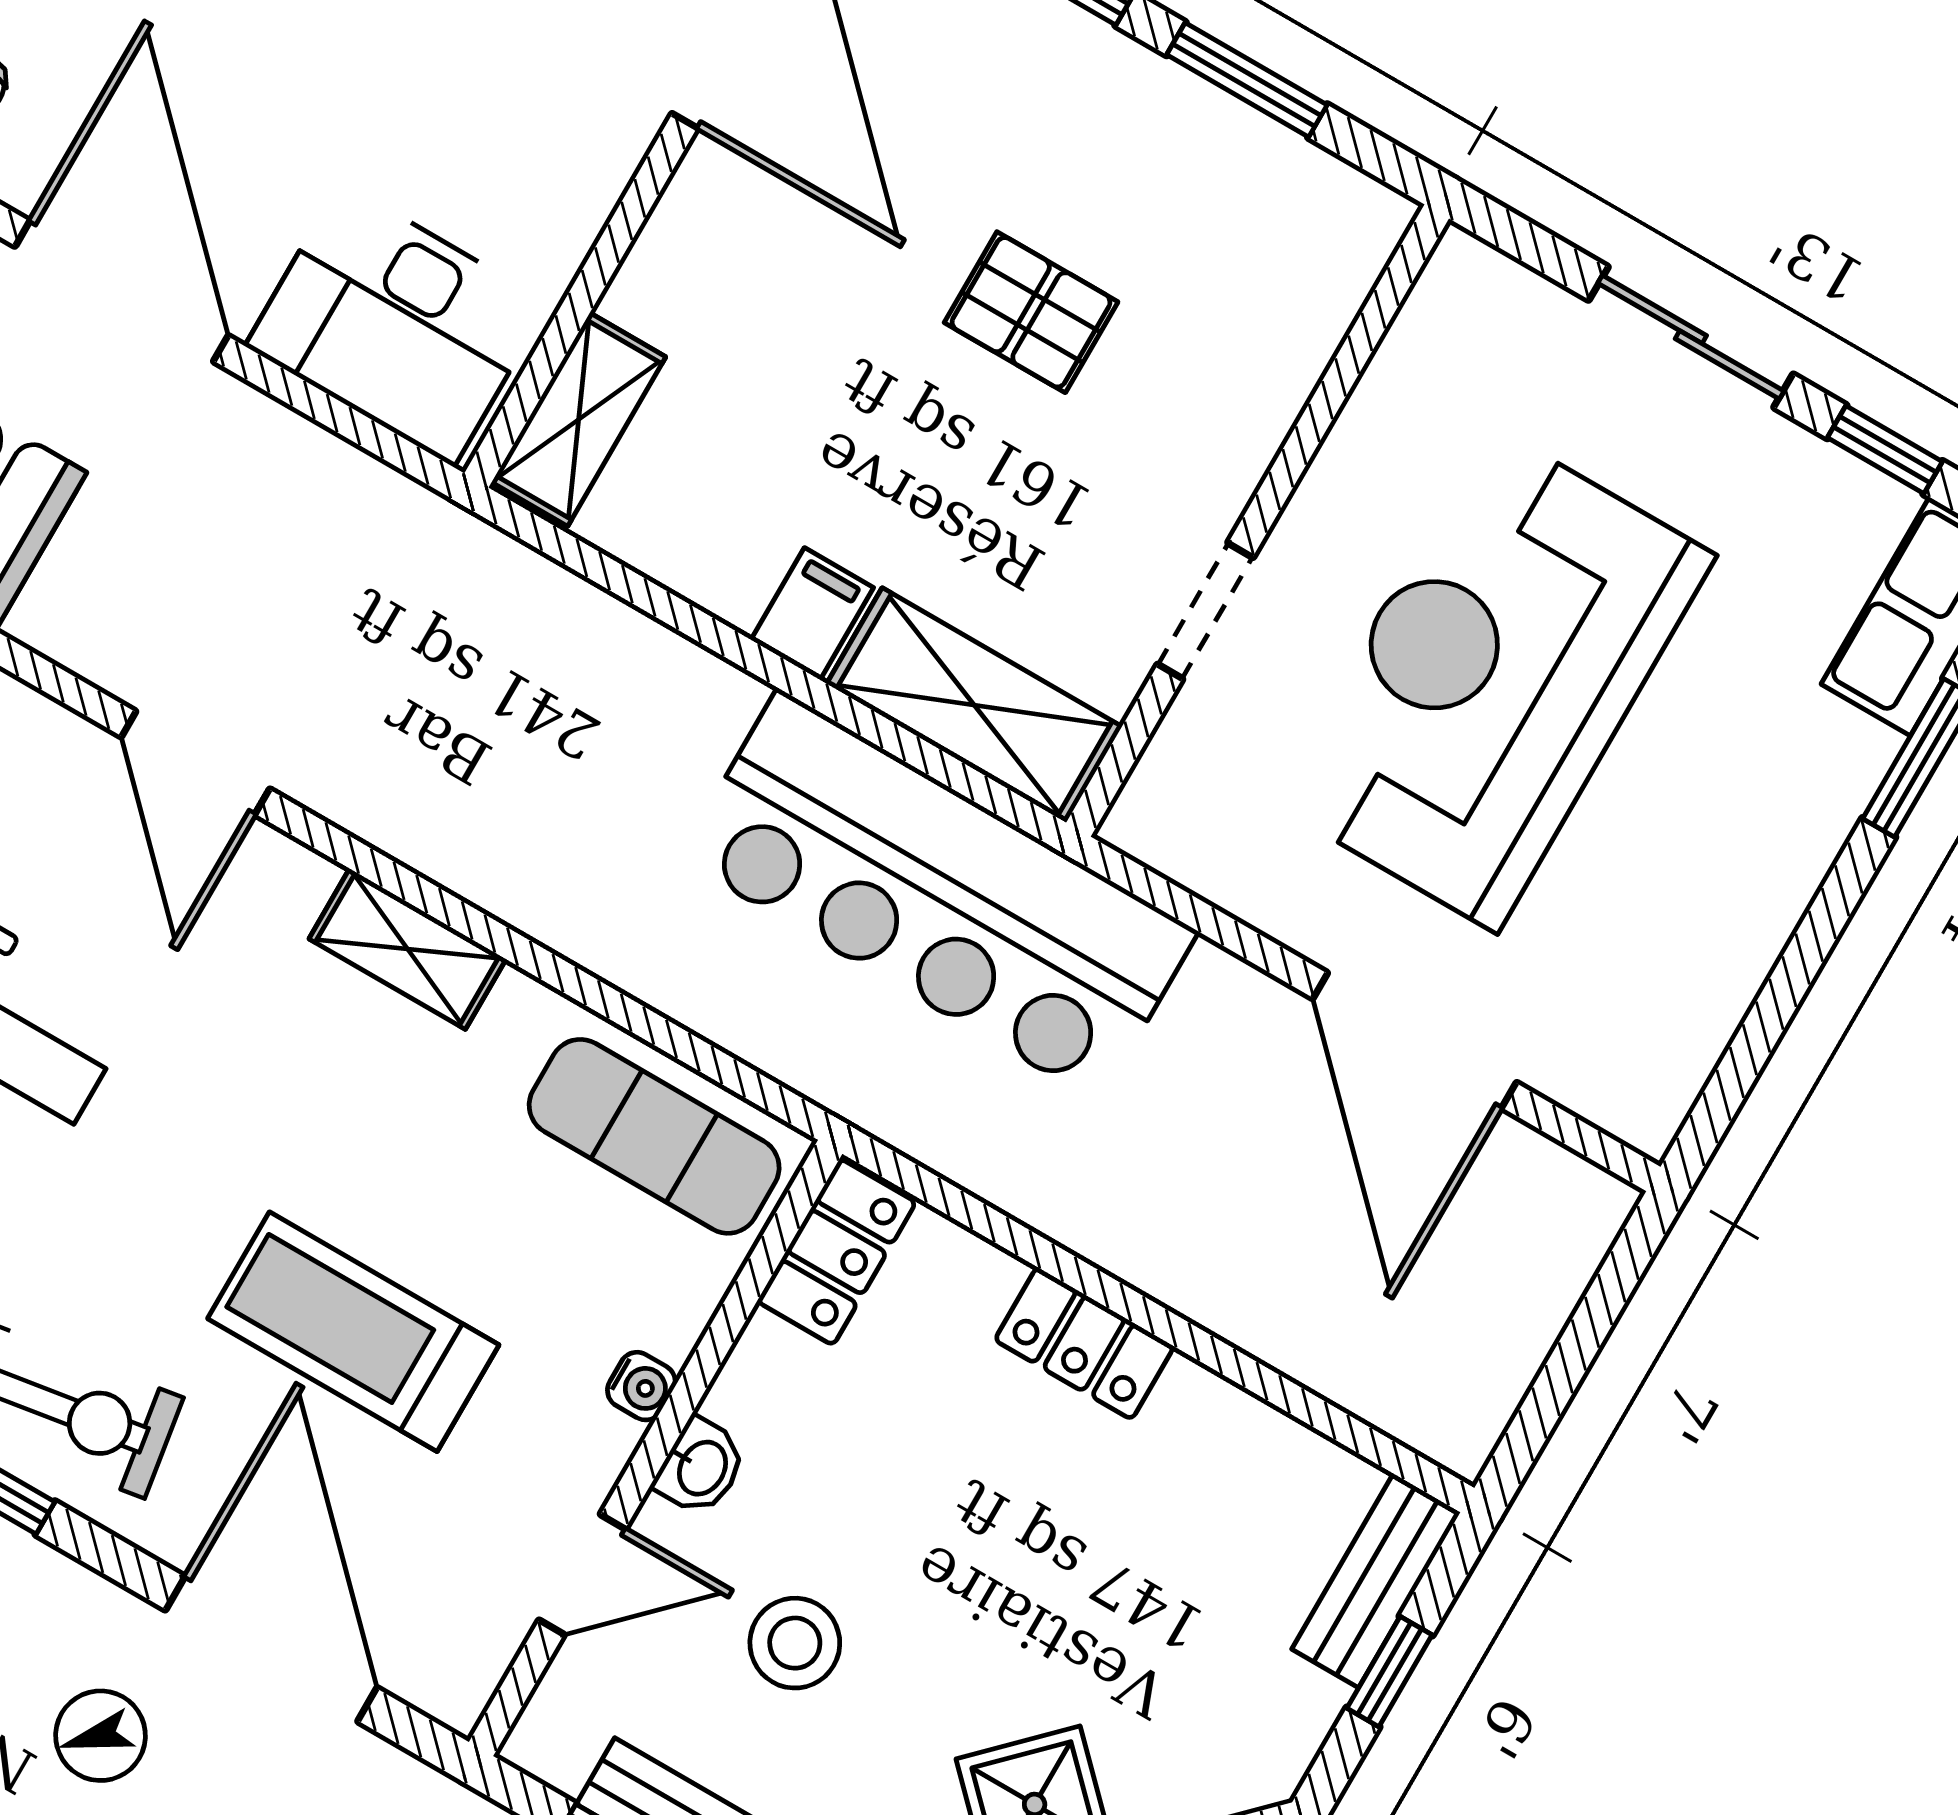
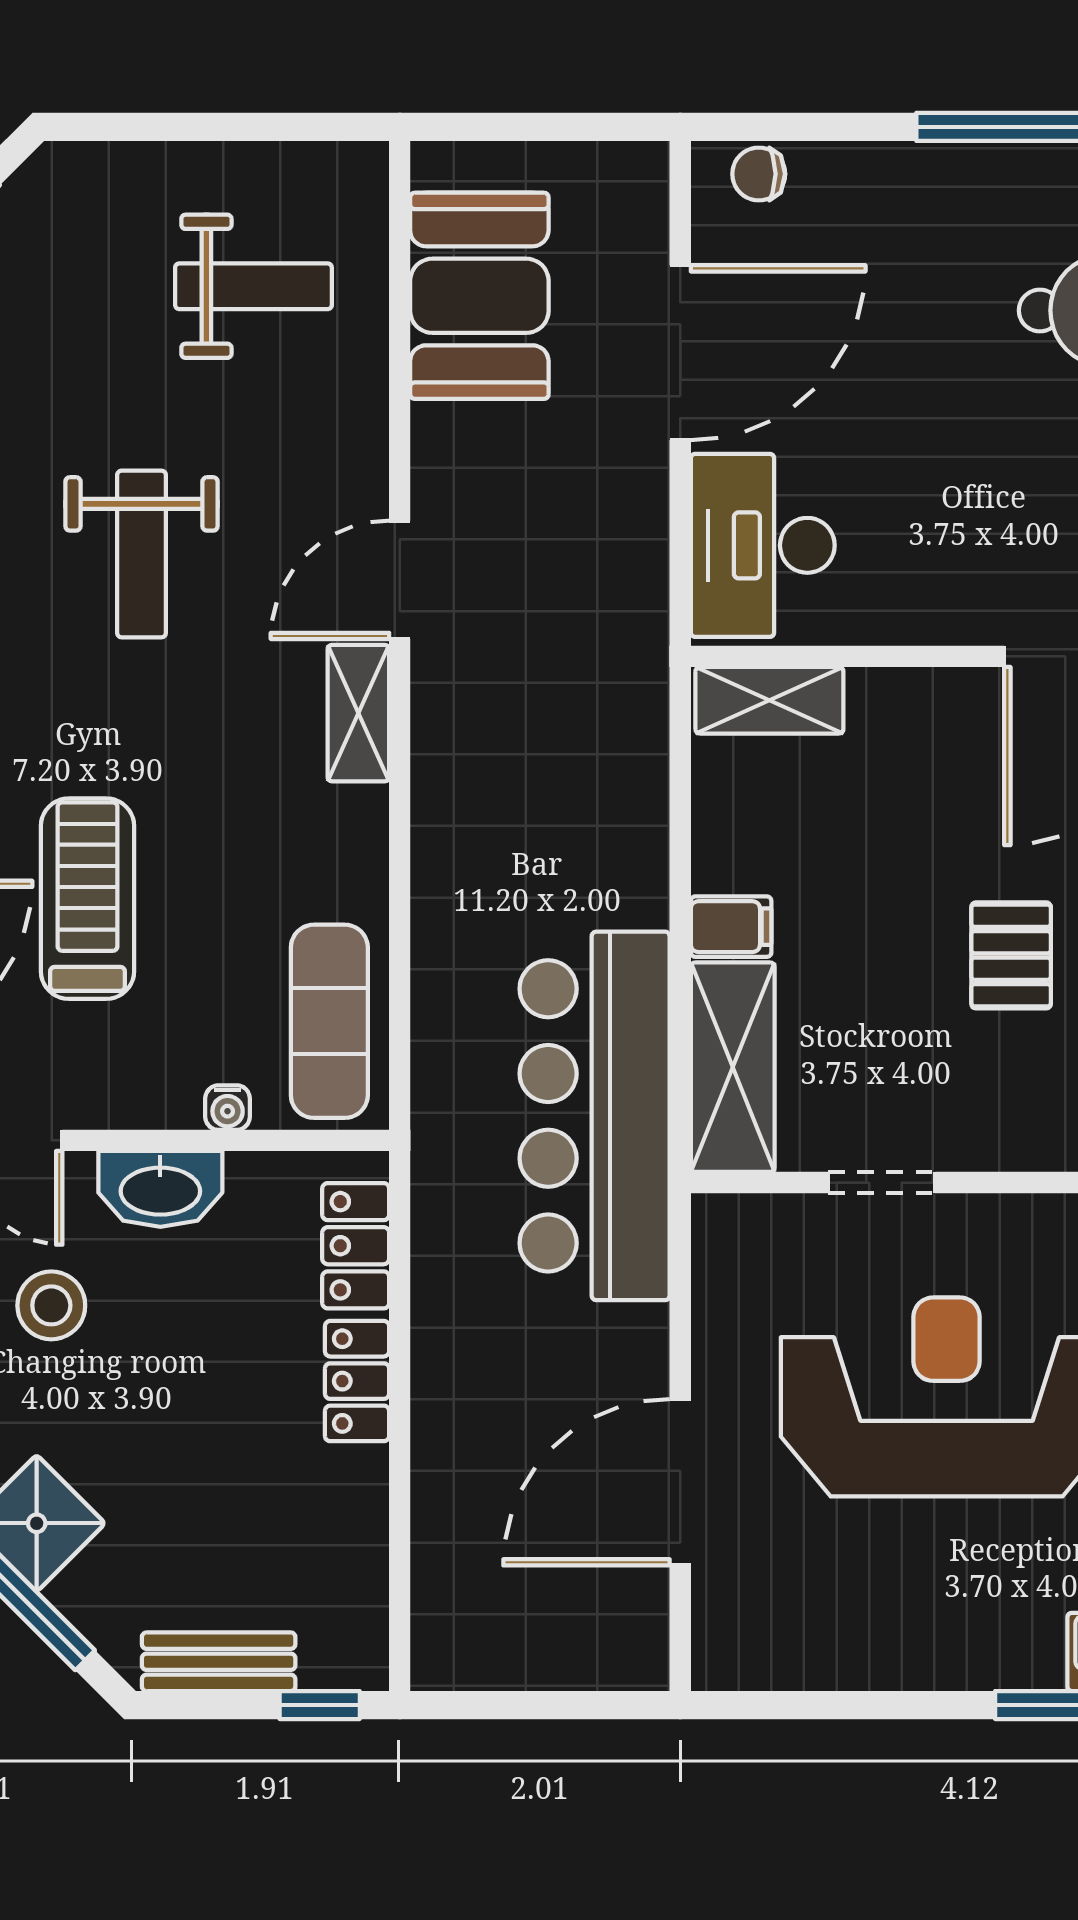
shelving: (407, 949) -> (358, 713), moved
locker: (837, 1252) -> (356, 1246), moved, turned 90
water cooler: (641, 1386) -> (228, 1108), moved
washbasin: (701, 1467) -> (160, 1189), width x1.91, depth x1.45
bench: (1376, 1581) -> (219, 1662), moved
window: (1390, 1672) -> (320, 1705), moved

